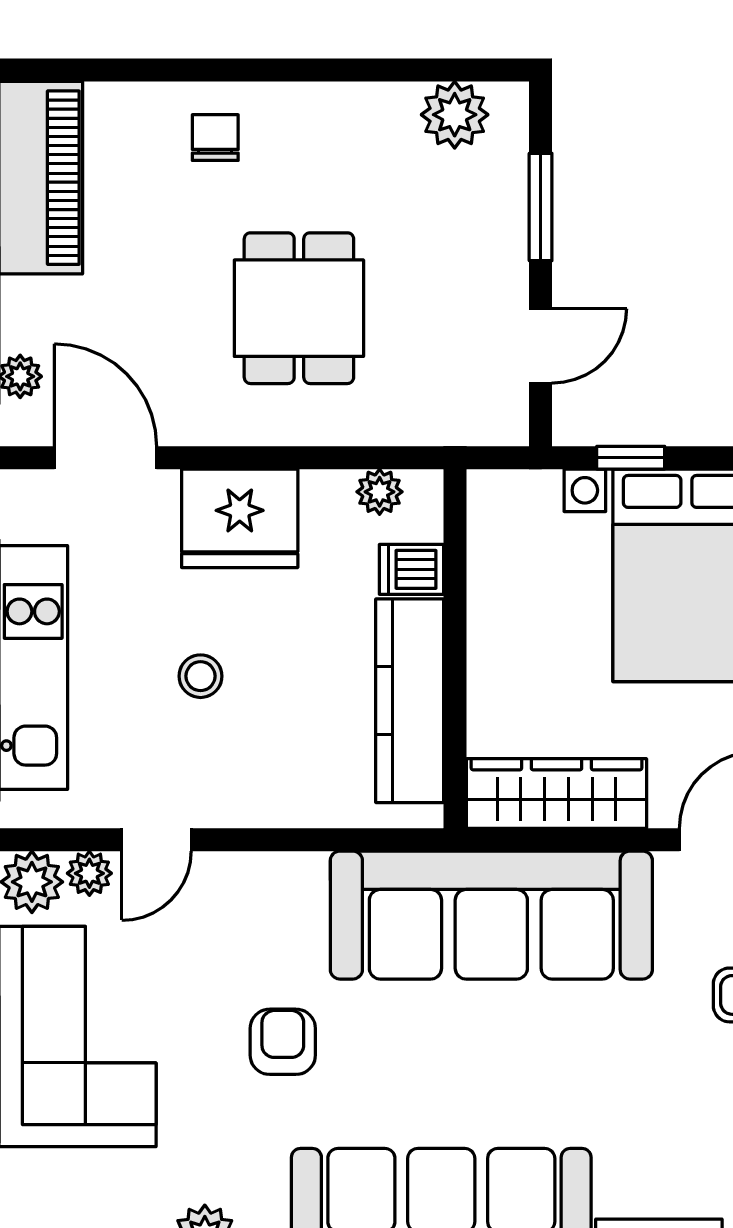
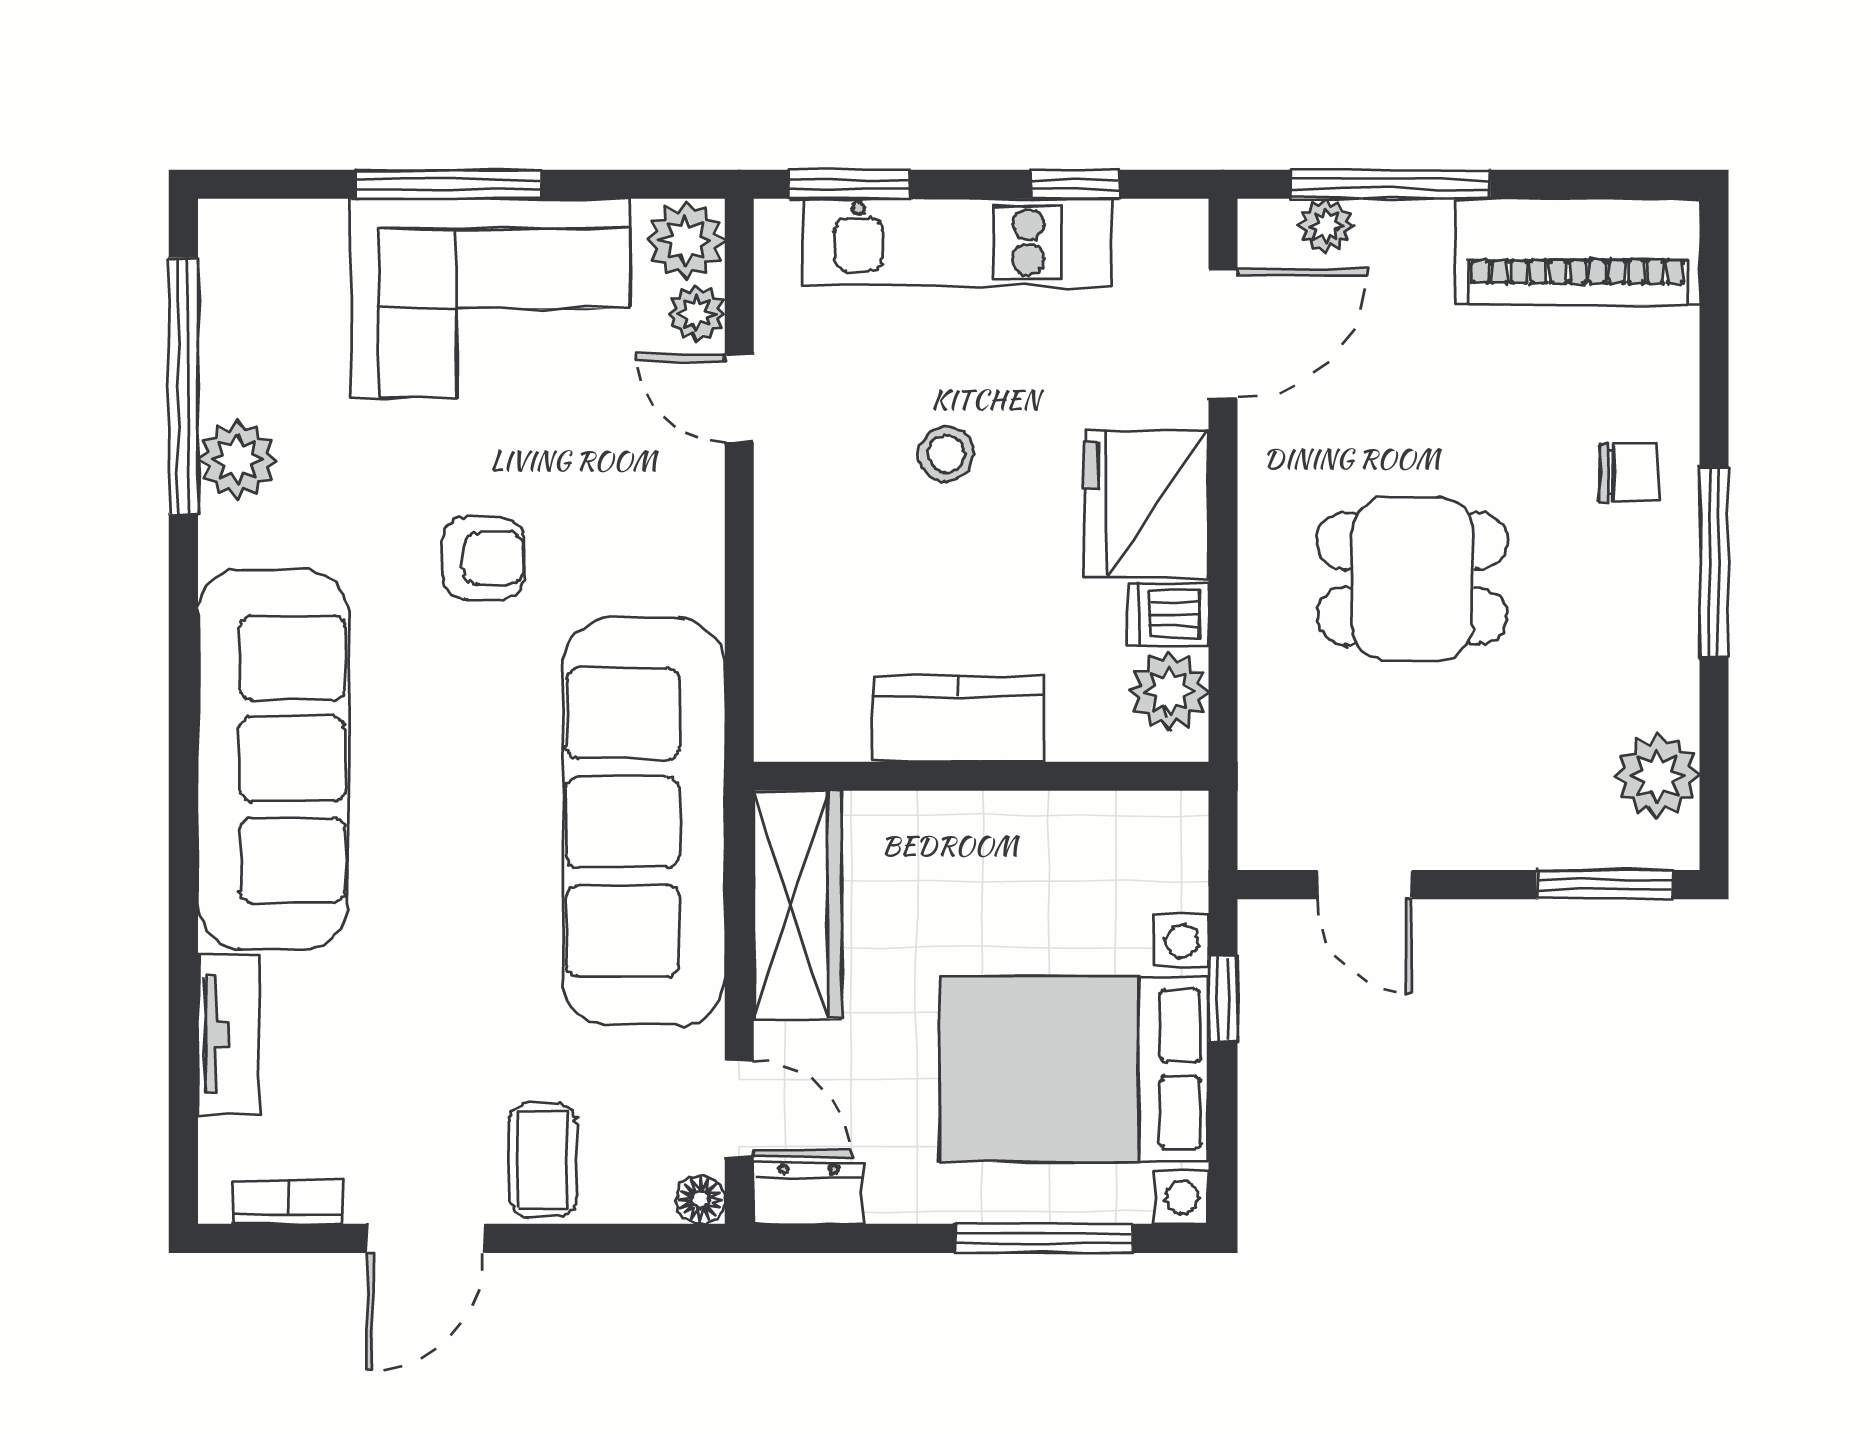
window: (286, 70) -> (1714, 562), added
window: (541, 207) -> (1605, 885), moved
plant: (380, 492) -> (1169, 691), width x1.38, depth x1.38
dishwasher: (411, 569) -> (1168, 615), moved, turned -90
kitchen counter: (410, 701) -> (958, 719), width x0.67

